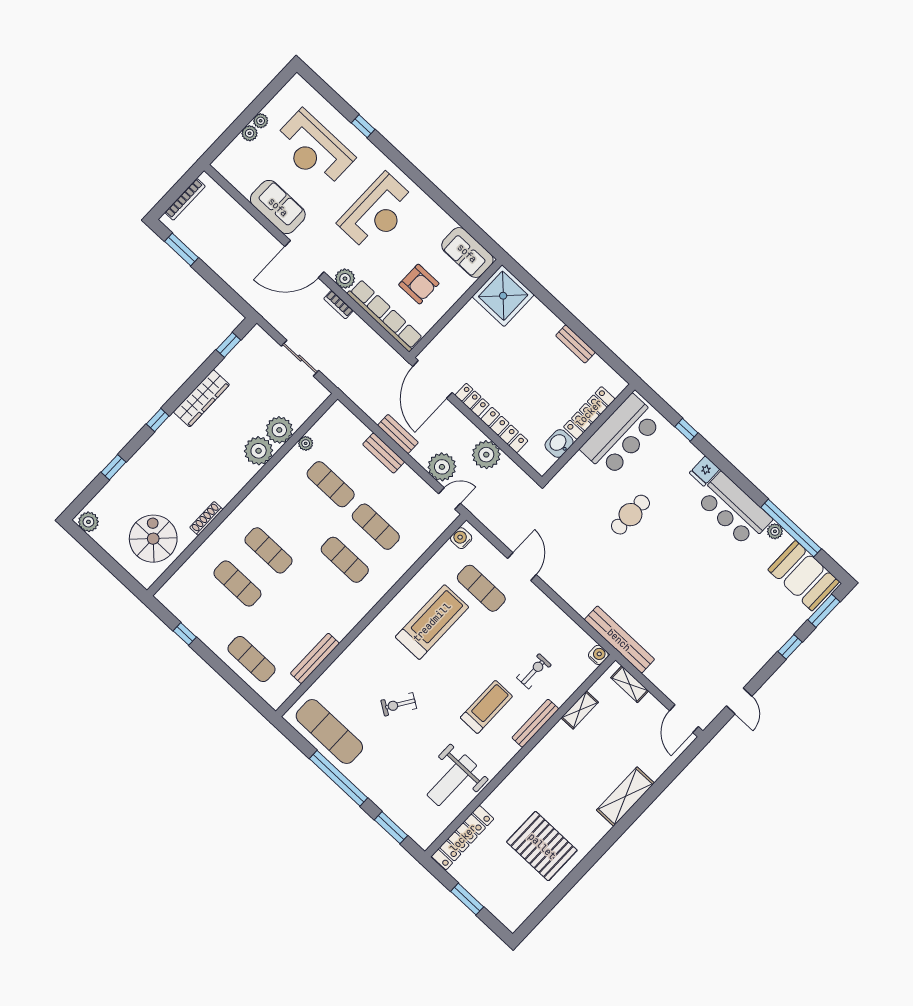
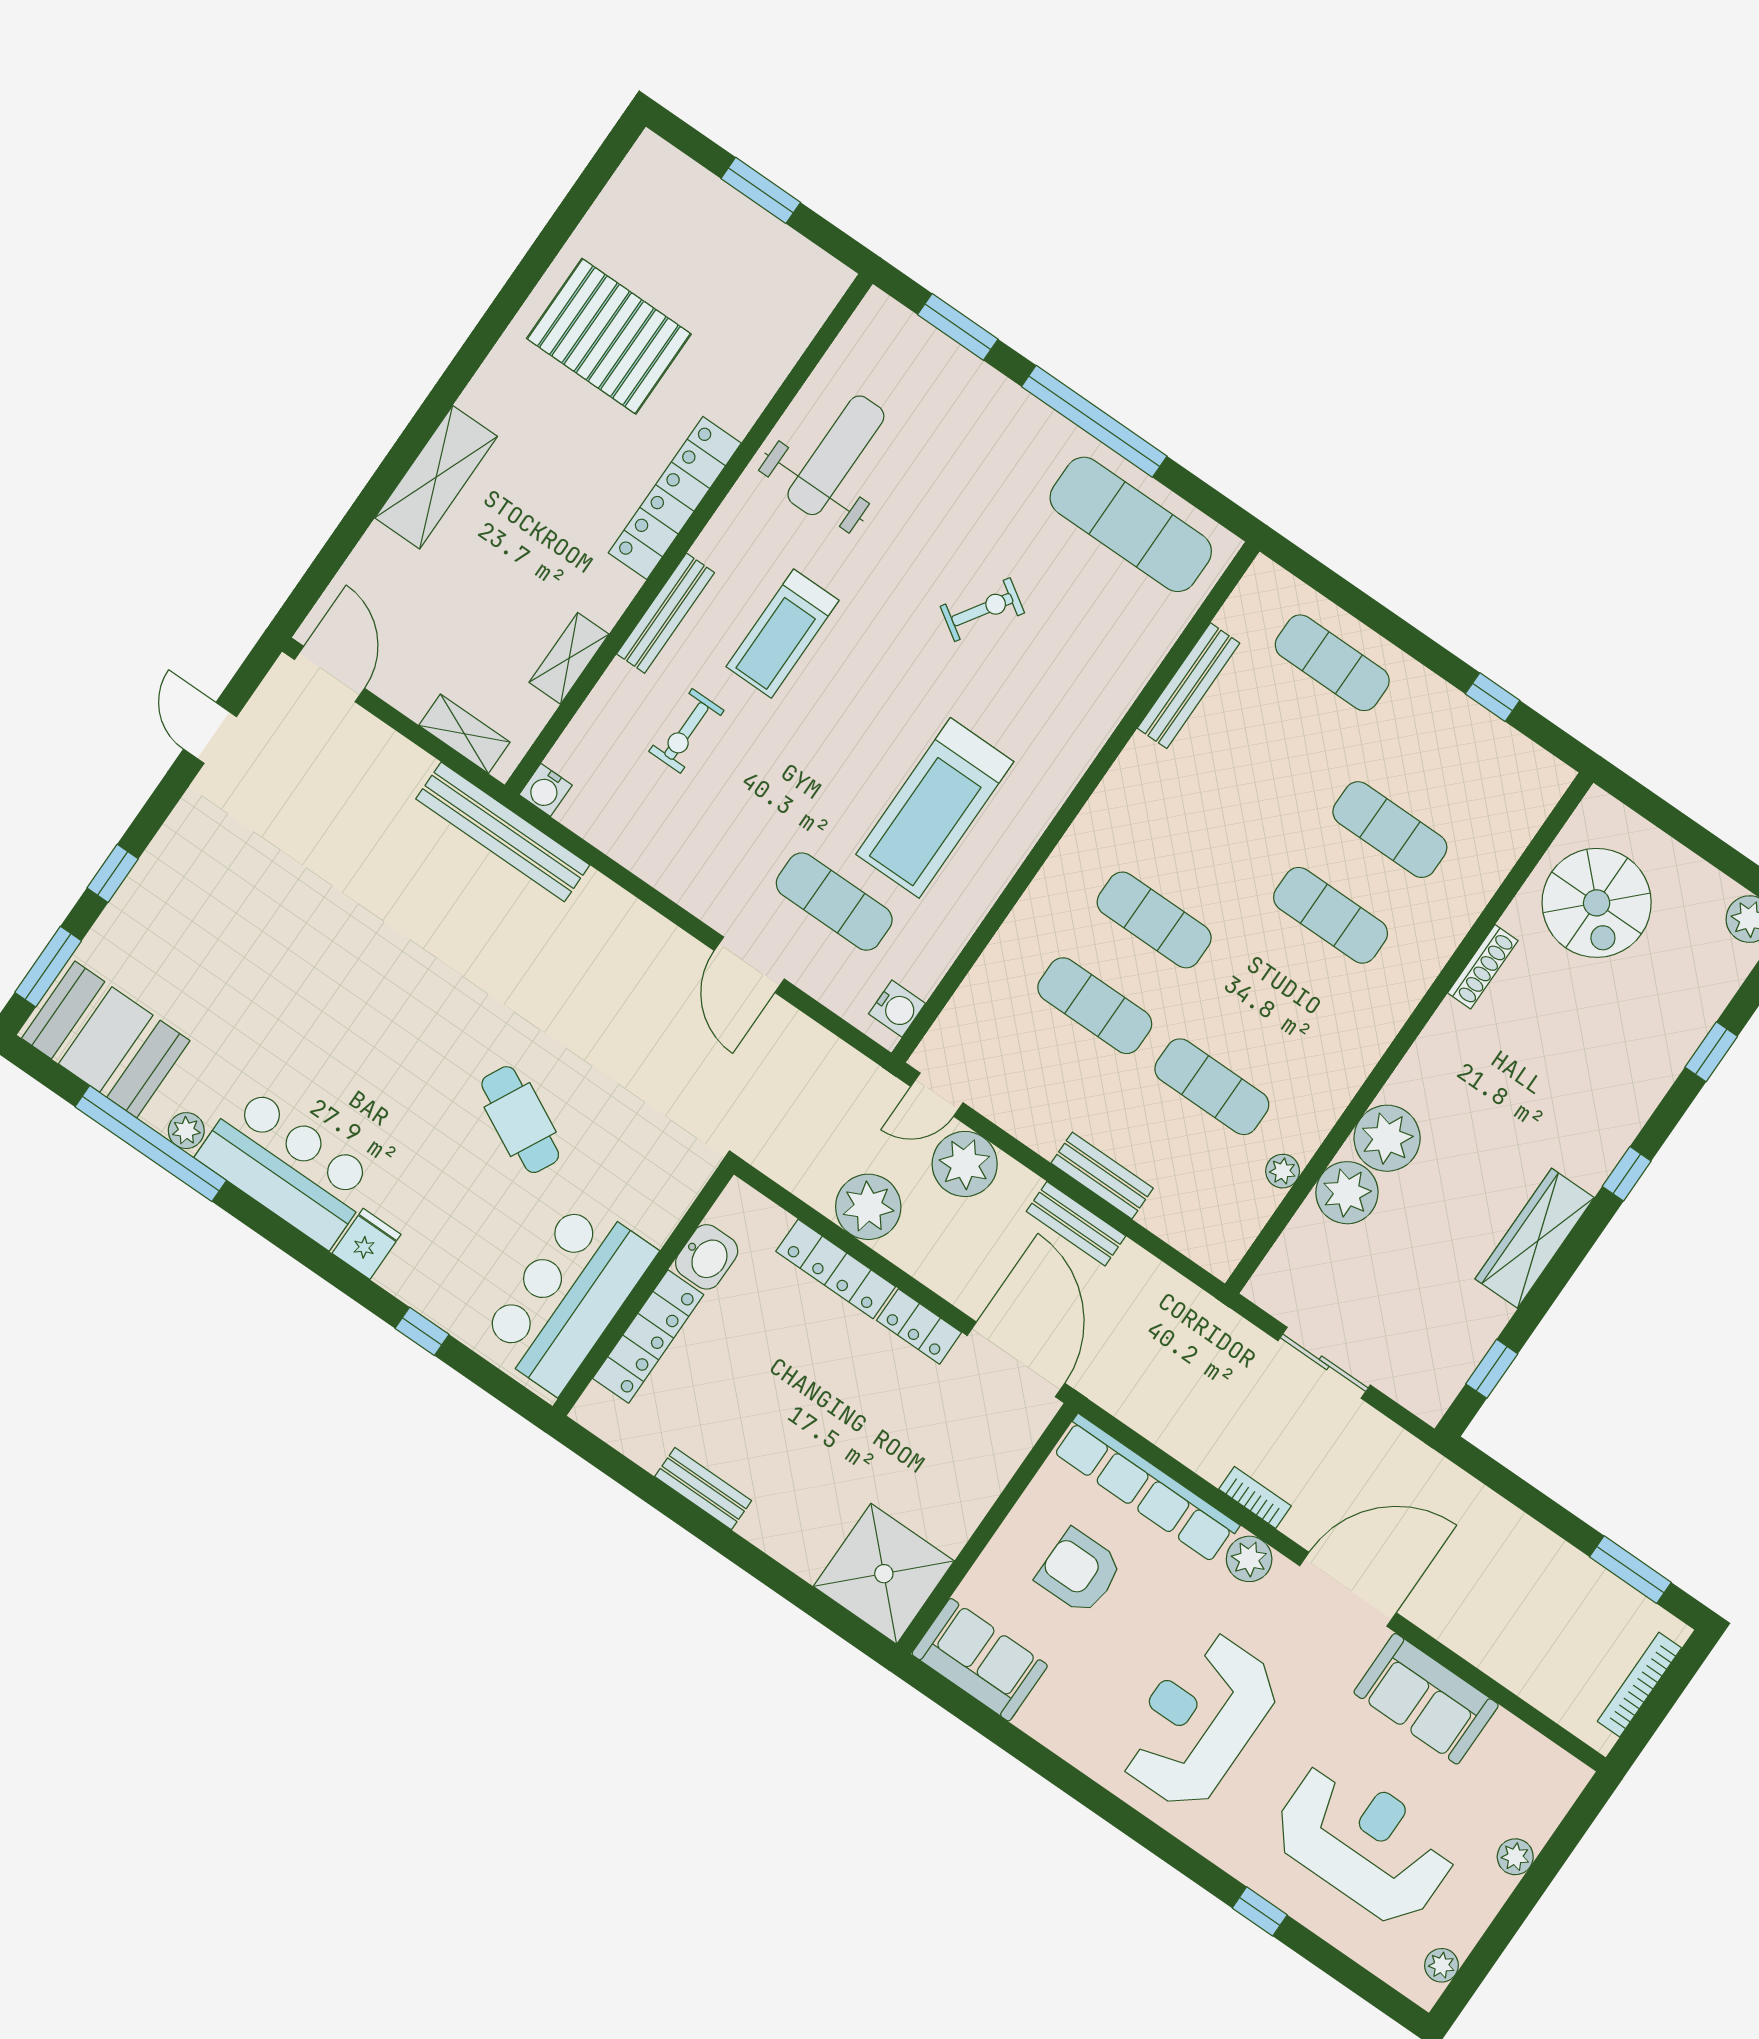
plant: (261, 121) -> (1441, 1965), moved
cafe table: (630, 515) -> (520, 1120), turned -63
locker: (463, 838) -> (675, 498), moved

